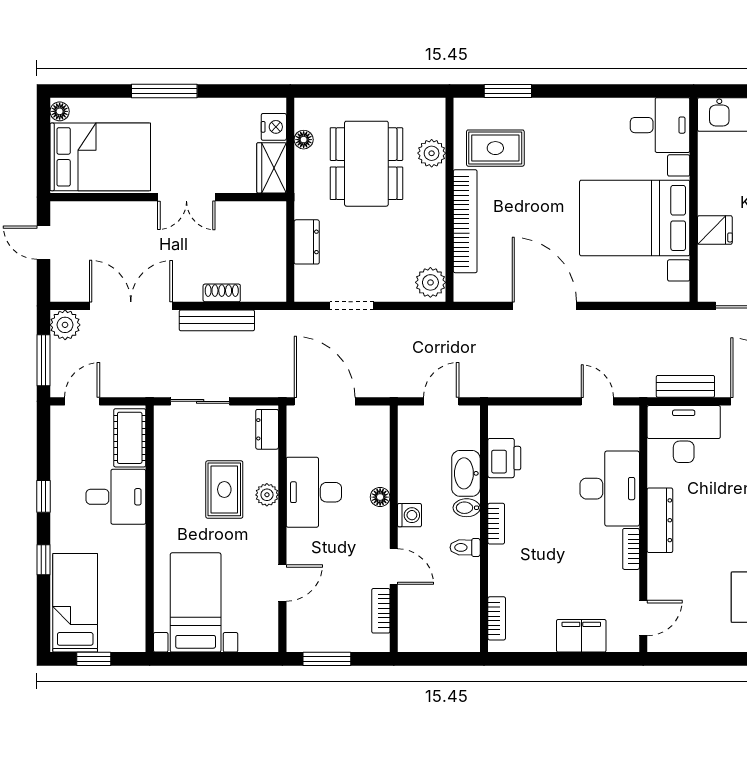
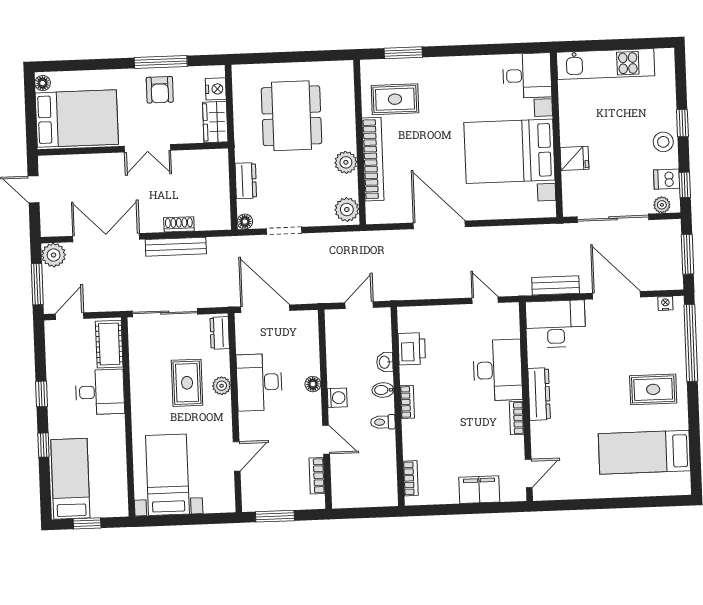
window: (164, 91) -> (161, 62), moved
armchair: (204, 125) -> (160, 90), added
floor lamp: (304, 140) -> (245, 222), moved
plant: (432, 153) -> (346, 162), moved
sliding door: (200, 401) -> (165, 313), width x1.37
washbasin: (466, 473) -> (385, 362), width x0.52, depth x0.69

